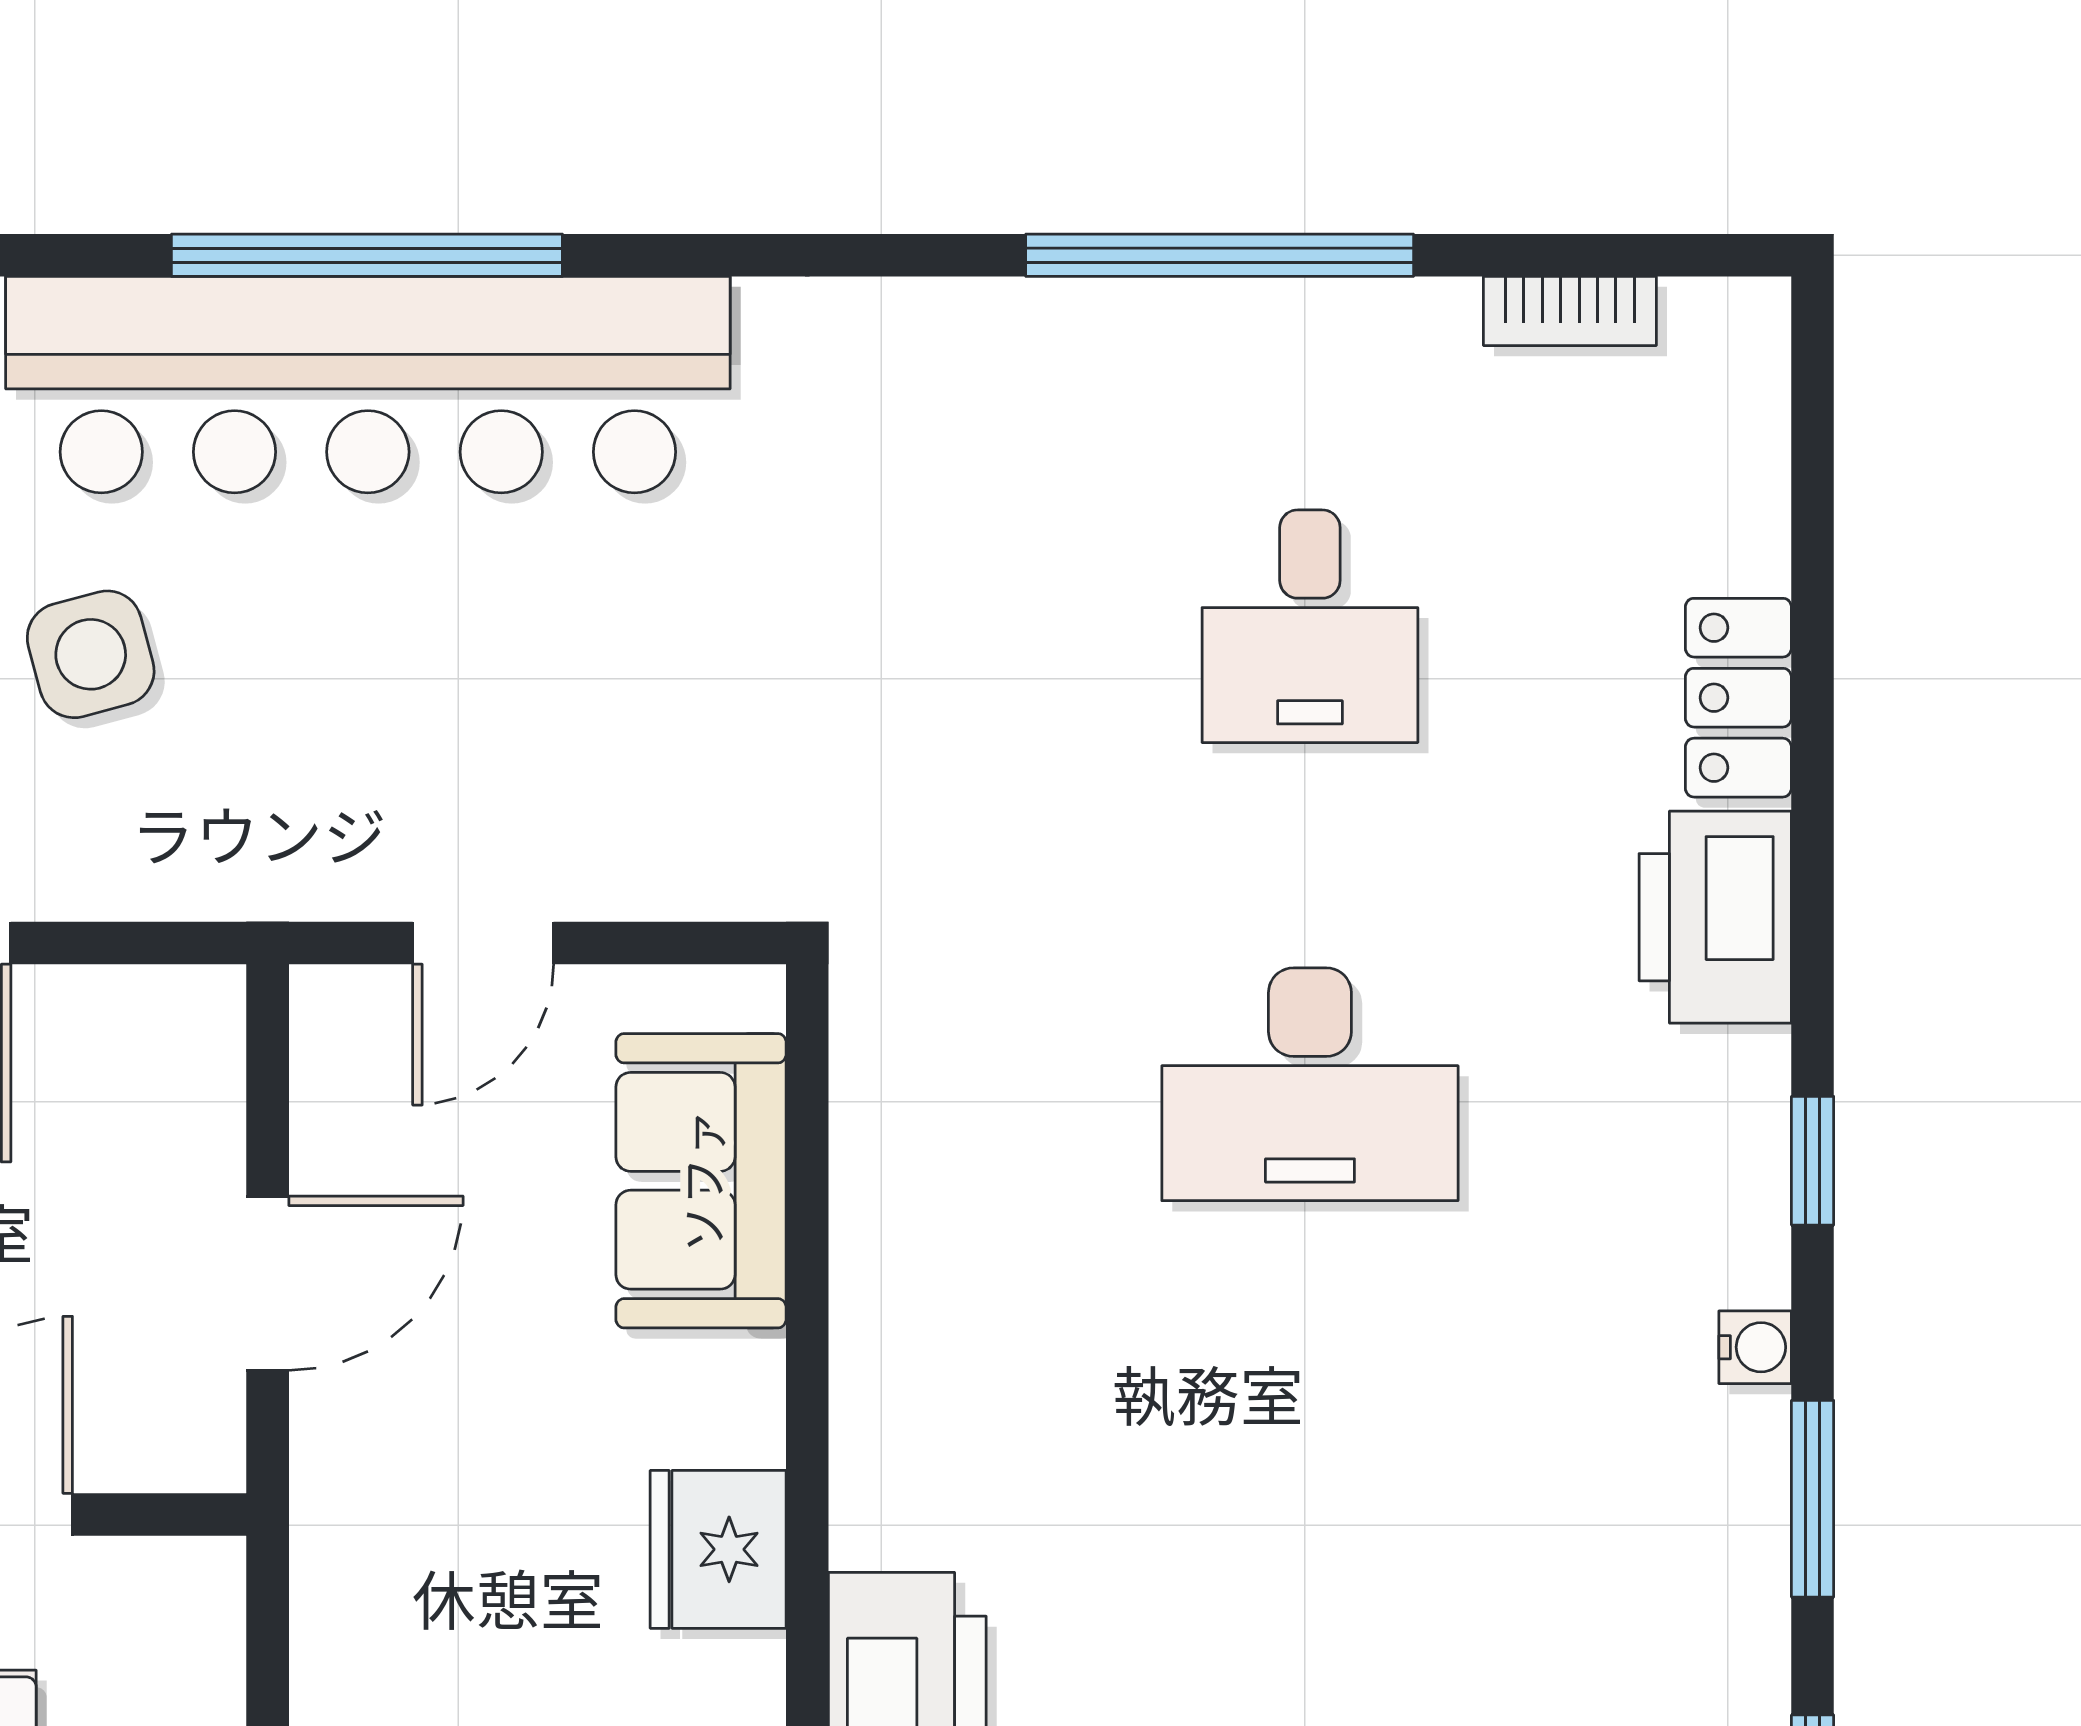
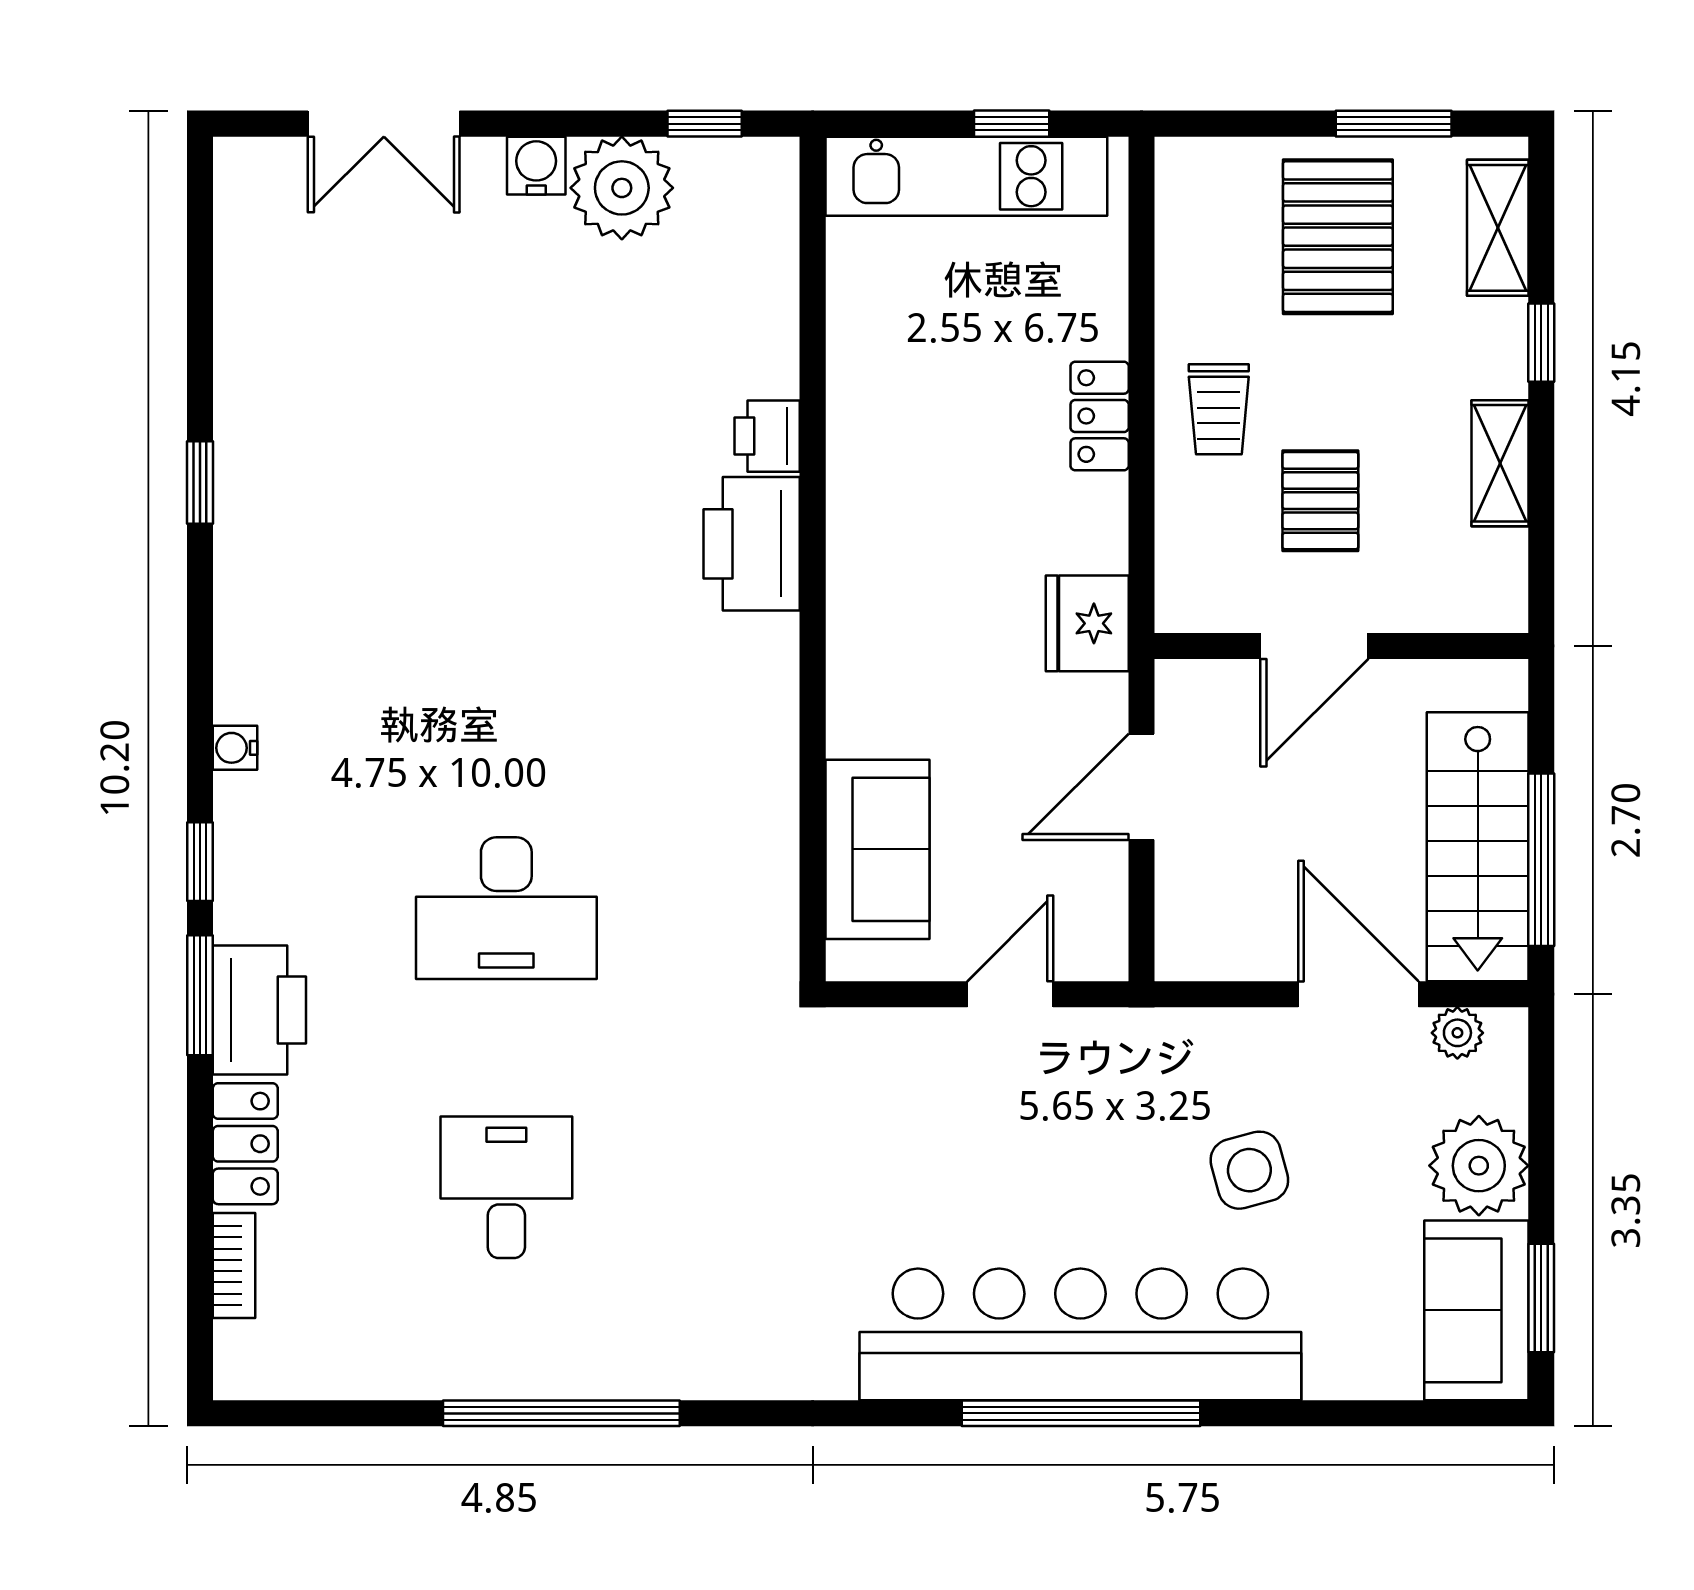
bookcase: (1570, 311) -> (234, 1266), moved, turned 90
desk: (1310, 1084) -> (506, 908), turned 180
window: (1813, 1499) -> (200, 995), moved
fridge: (718, 1549) -> (1087, 623), moved, turned 180

